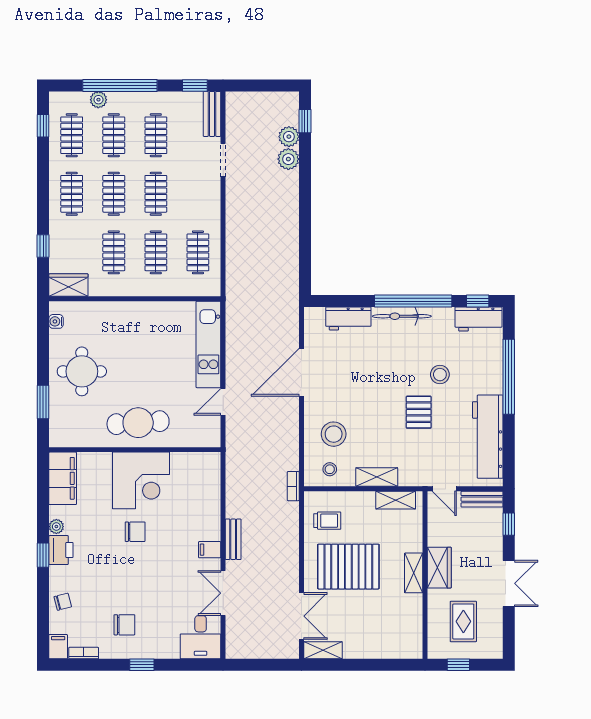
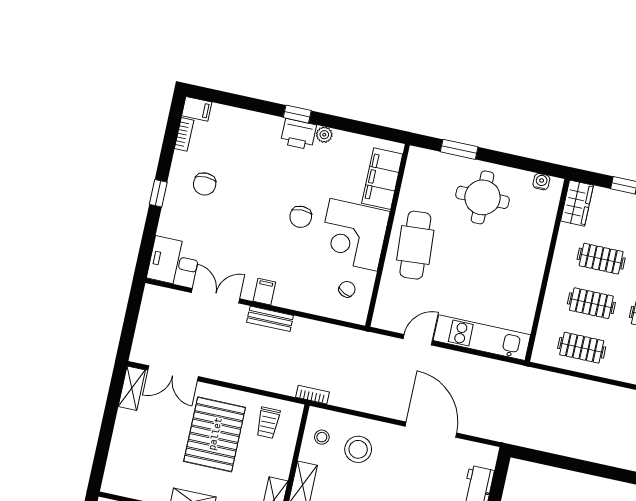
door: (223, 402) -> (418, 340), hinge flipped
filing cabinet: (63, 478) -> (382, 179), moved, turned 90
chair: (63, 602) -> (347, 289), moved, turned -138

